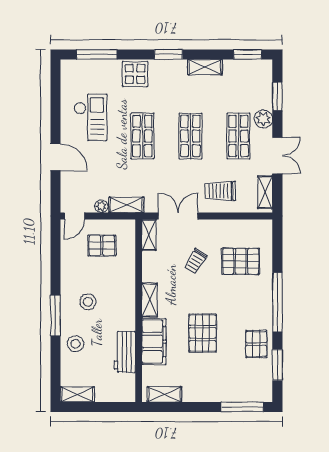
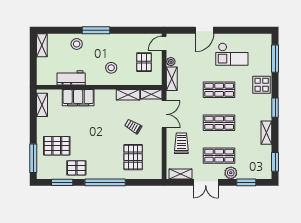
door: (74, 216) -> (164, 43), hinge flipped
shelving: (150, 300) -> (128, 95), moved
stool: (88, 302) -> (111, 68), moved
pallet: (203, 333) -> (57, 146), moved

